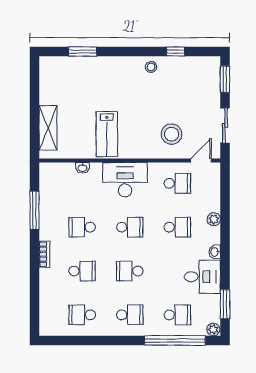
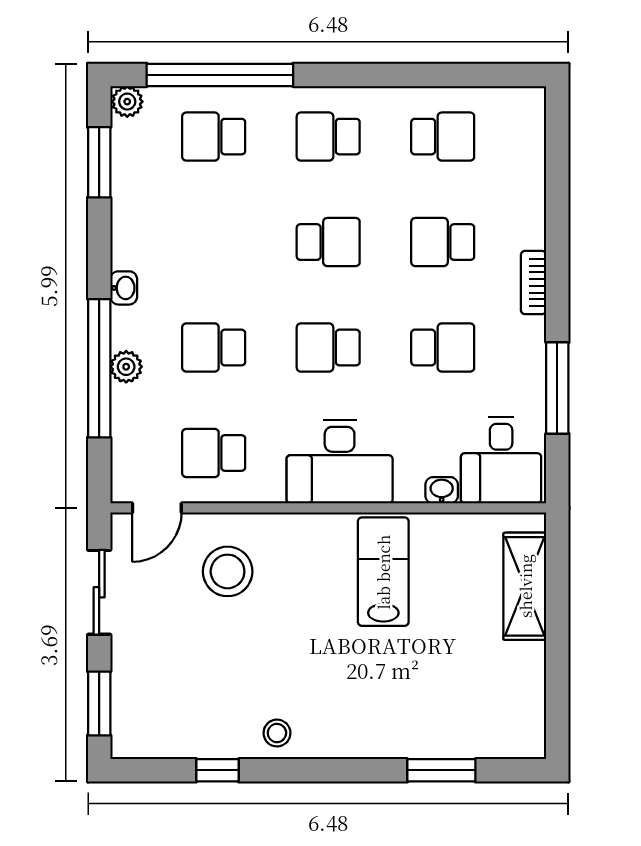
window: (225, 219) -> (99, 368), added
desk: (202, 277) -> (501, 460), moved, turned -90

